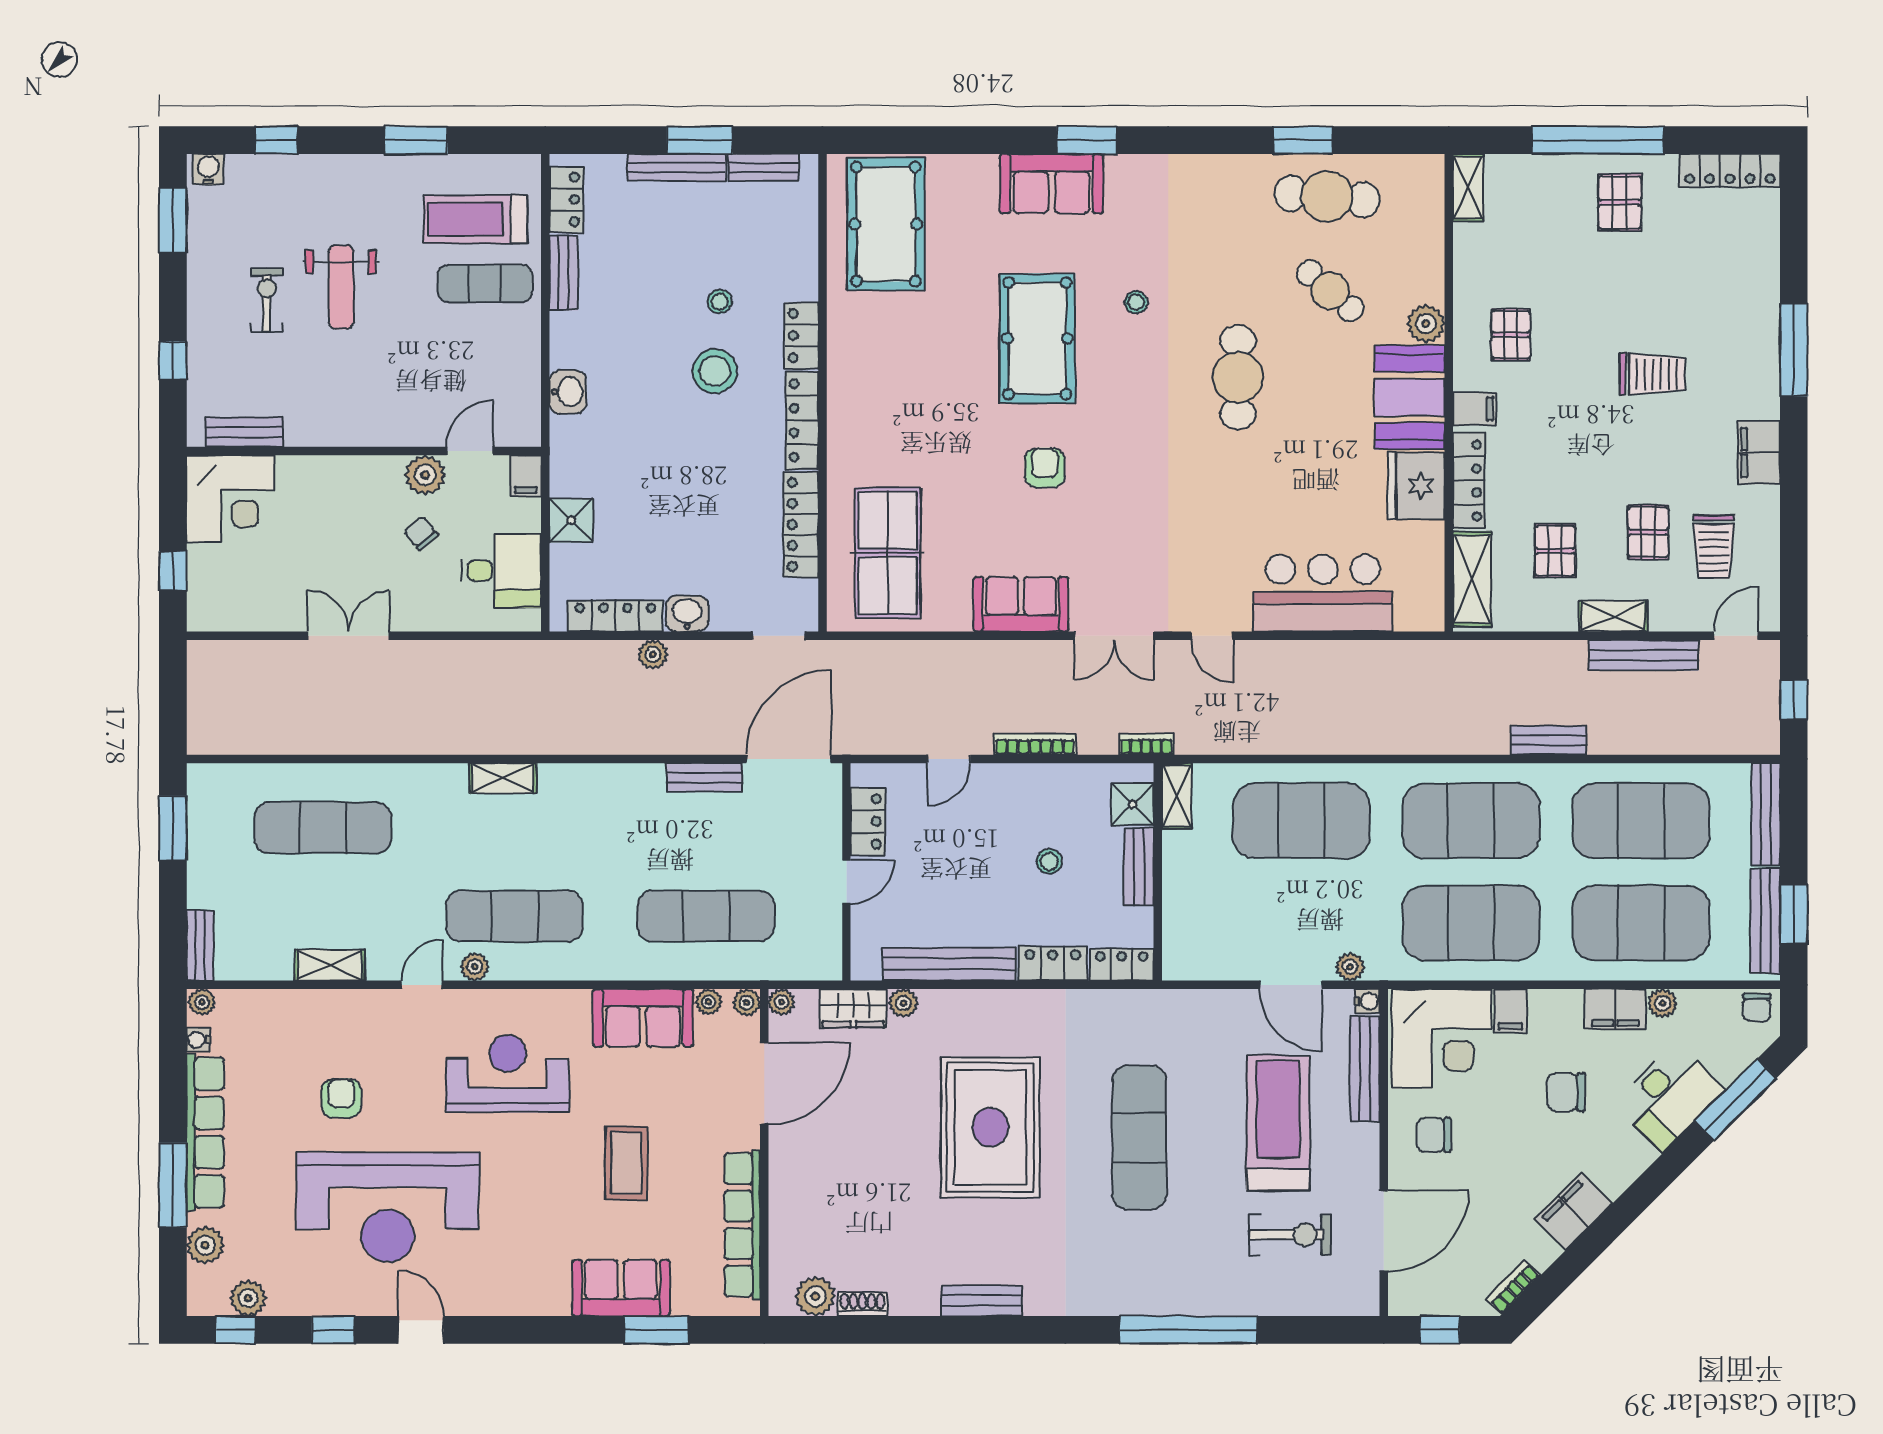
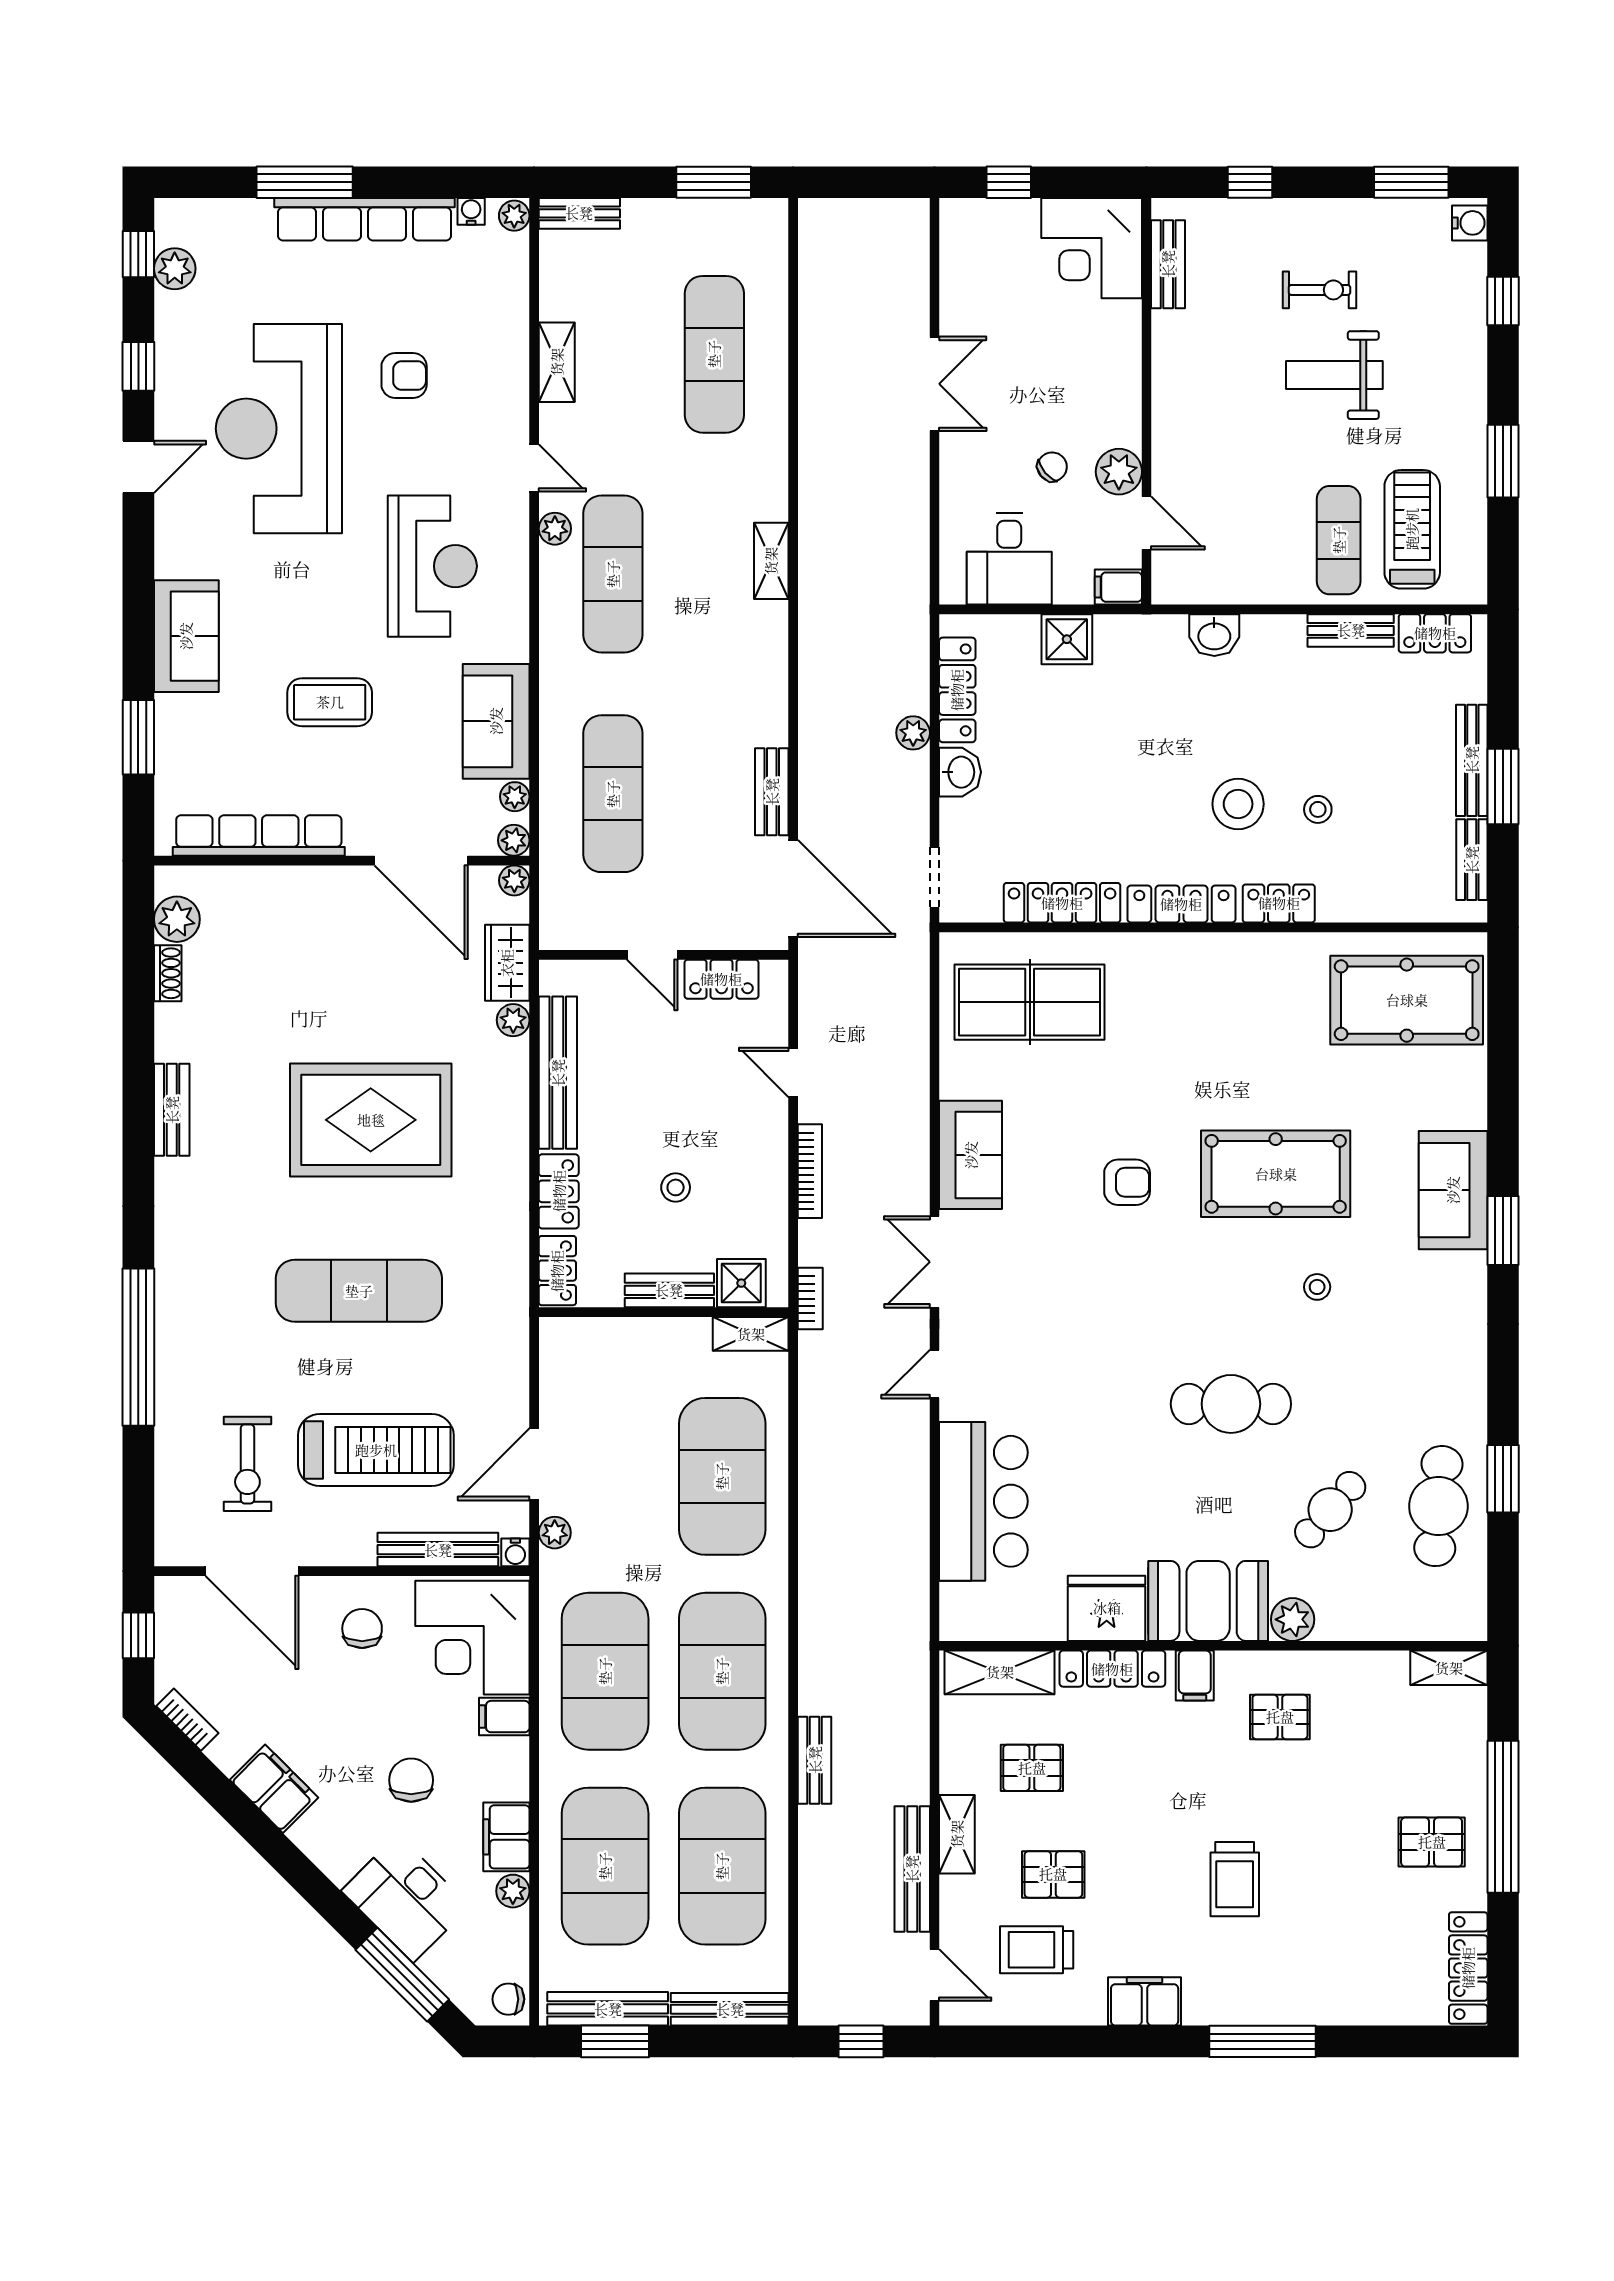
plant: (205, 1245) -> (236, 219), removed
sofa: (621, 1288) -> (186, 636), moved

